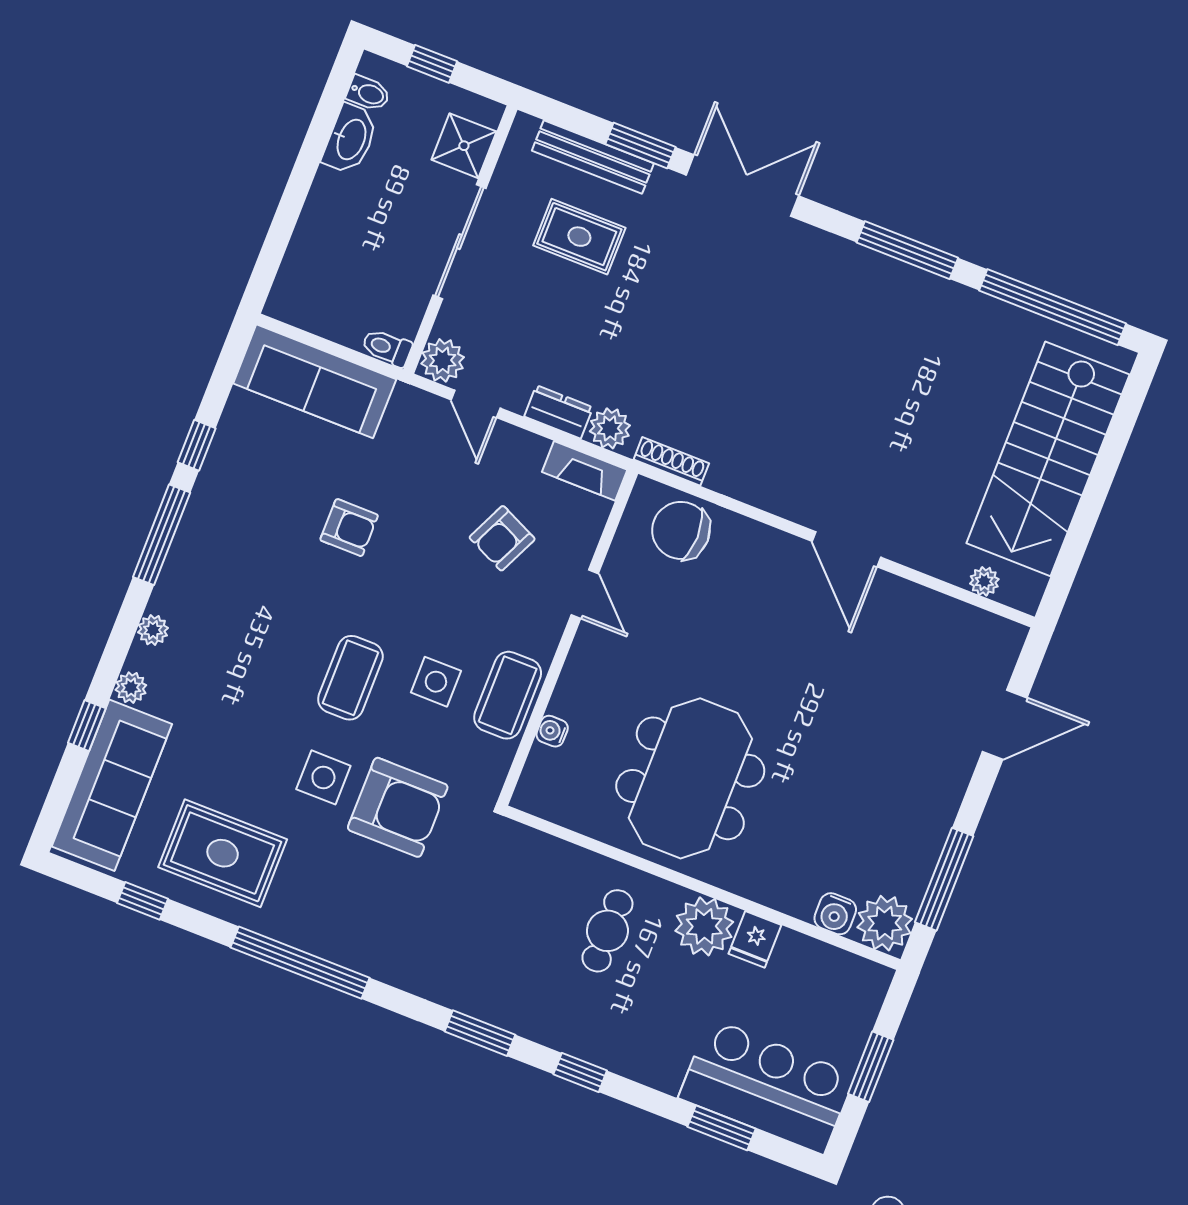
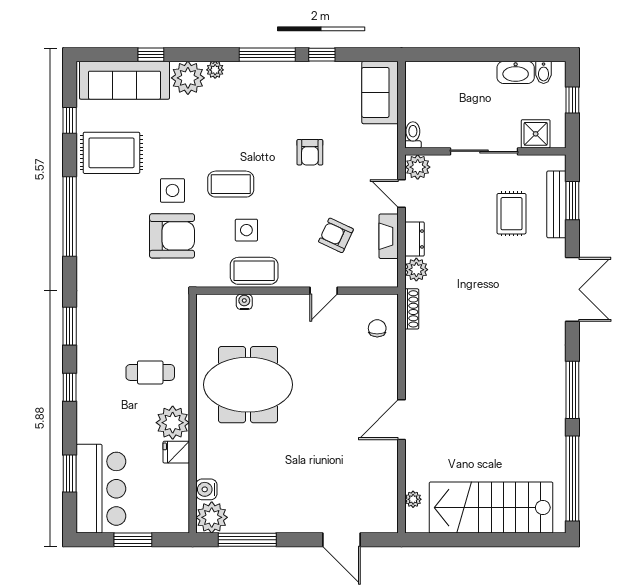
window: (640, 146) -> (572, 201), moved
sofa: (315, 381) -> (380, 92), width x0.73
door: (476, 404) -> (402, 194), hinge flipped
fireplace: (585, 471) -> (389, 236), moved
chair: (681, 530) -> (377, 328), width x0.54, depth x0.54
plant: (131, 688) -> (188, 78), width x1.87, depth x1.87
armchair: (398, 807) -> (172, 236), turned -90
rug: (223, 853) -> (111, 153), turned 90

